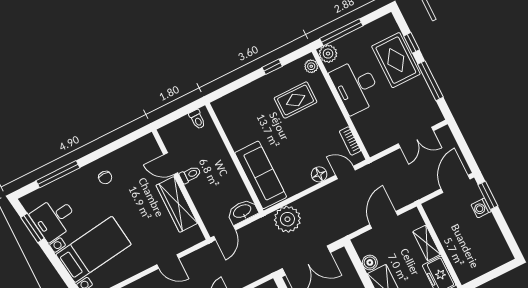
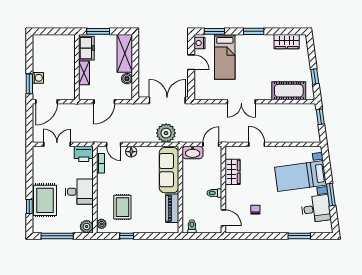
window: (341, 32) -> (57, 236), moved
window: (430, 81) -> (29, 176), removed
desk: (356, 86) -> (79, 192), width x0.73
rug: (296, 100) -> (122, 207), turned 90
piano: (233, 130) -> (172, 208), added
printer: (377, 142) -> (84, 154), added
door: (171, 164) -> (223, 218), moved
window: (58, 174) -> (299, 236), width x0.69
chair: (105, 177) -> (255, 210), moved
wardrobe: (177, 204) -> (232, 172), width x0.67
window: (33, 228) -> (331, 195), moved

